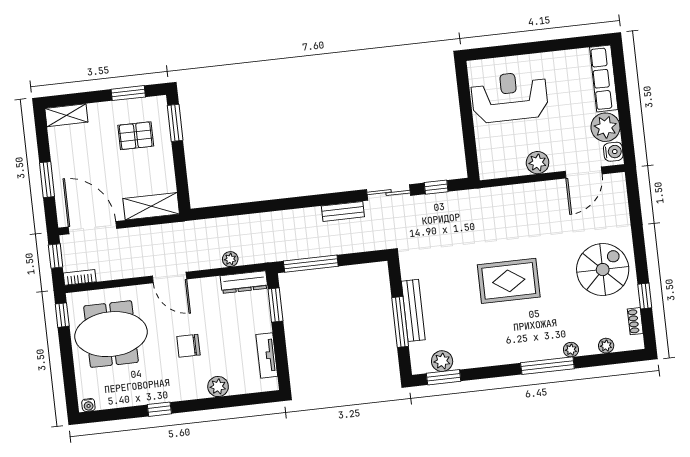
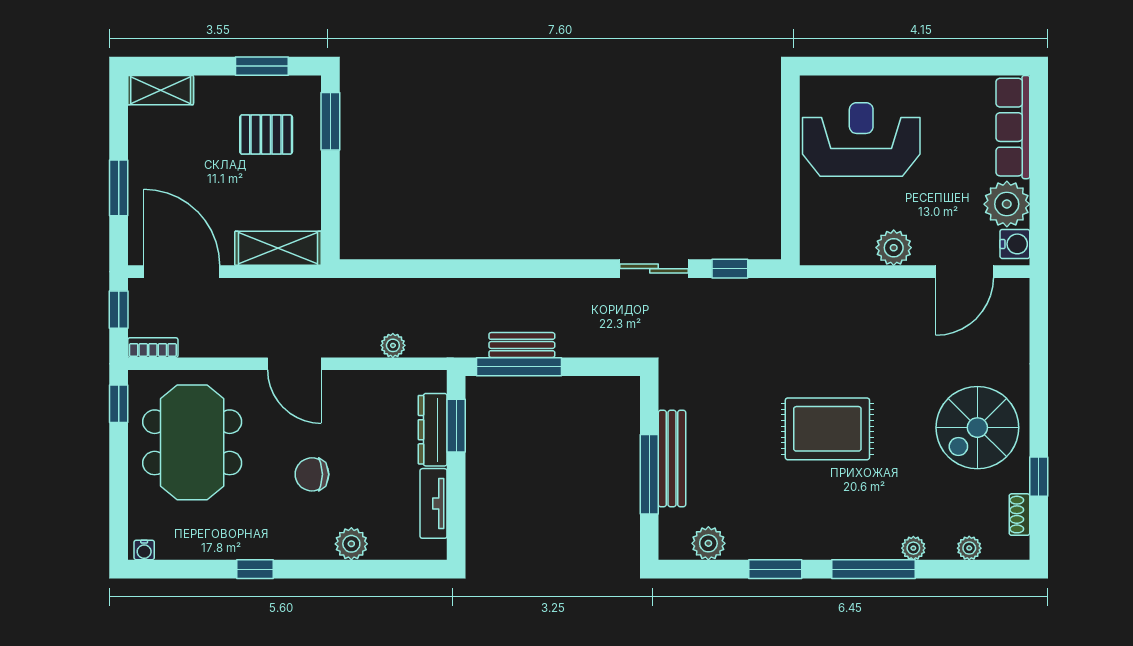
bench: (343, 211) -> (522, 345), moved
spiral stairs: (603, 270) -> (977, 428), turned 180
dresser: (244, 282) -> (433, 430), moved, turned 90
meeting table: (111, 334) -> (192, 442), turned 90
window: (444, 377) -> (775, 569), moved

